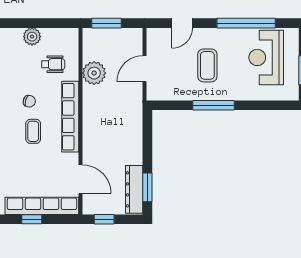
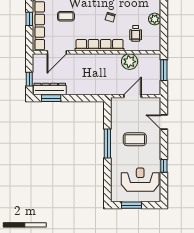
window: (246, 23) -> (164, 166), width x0.32
door: (145, 69) -> (132, 96), hinge flipped
coffee table: (33, 131) -> (66, 16), moved
window: (104, 219) -> (29, 79), moved

